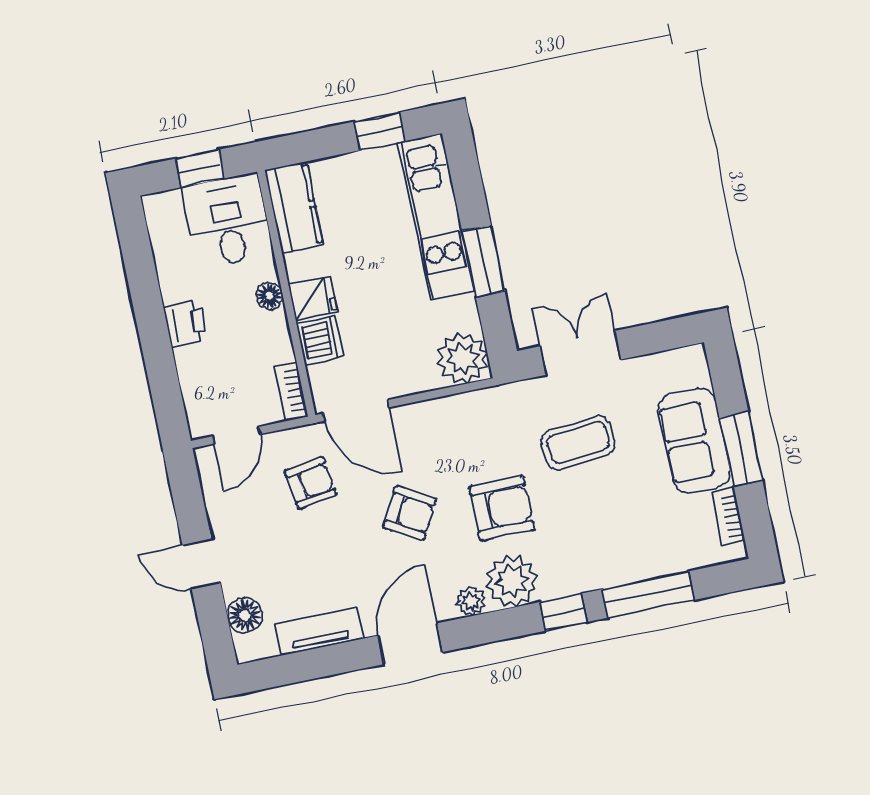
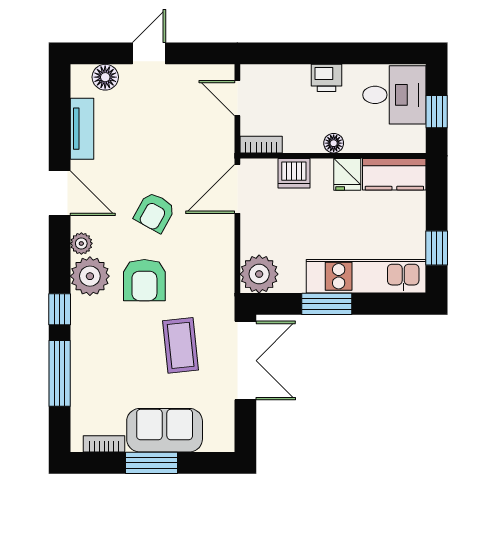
desk: (227, 221) -> (394, 95), moved
fridge: (313, 298) -> (347, 174), moved
double door: (580, 353) -> (245, 361), width x1.37
armchair: (311, 483) -> (192, 145), removed

